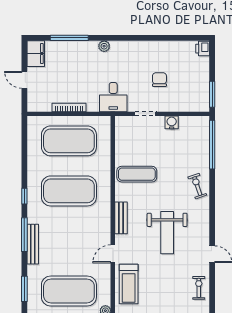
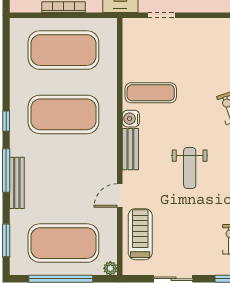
water cooler: (172, 122) -> (131, 119), moved, turned -90
weight bench: (167, 233) -> (190, 168), width x0.73, depth x0.75
treadmill: (129, 284) -> (140, 234), turned 180

